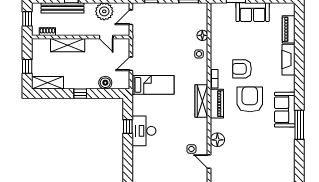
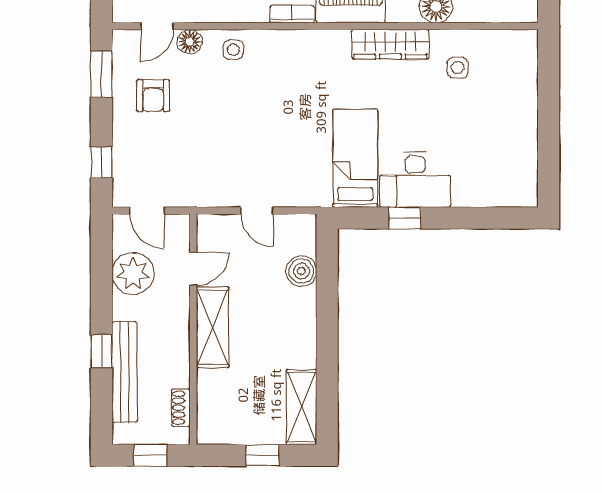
armchair: (180, 20) -> (153, 96), added
shelving: (68, 45) -> (213, 327), moved
bed: (153, 85) -> (355, 158), moved
window: (80, 94) -> (327, 330), removed
wardrobe: (201, 101) -> (390, 44), moved
door: (209, 162) -> (157, 26), moved

